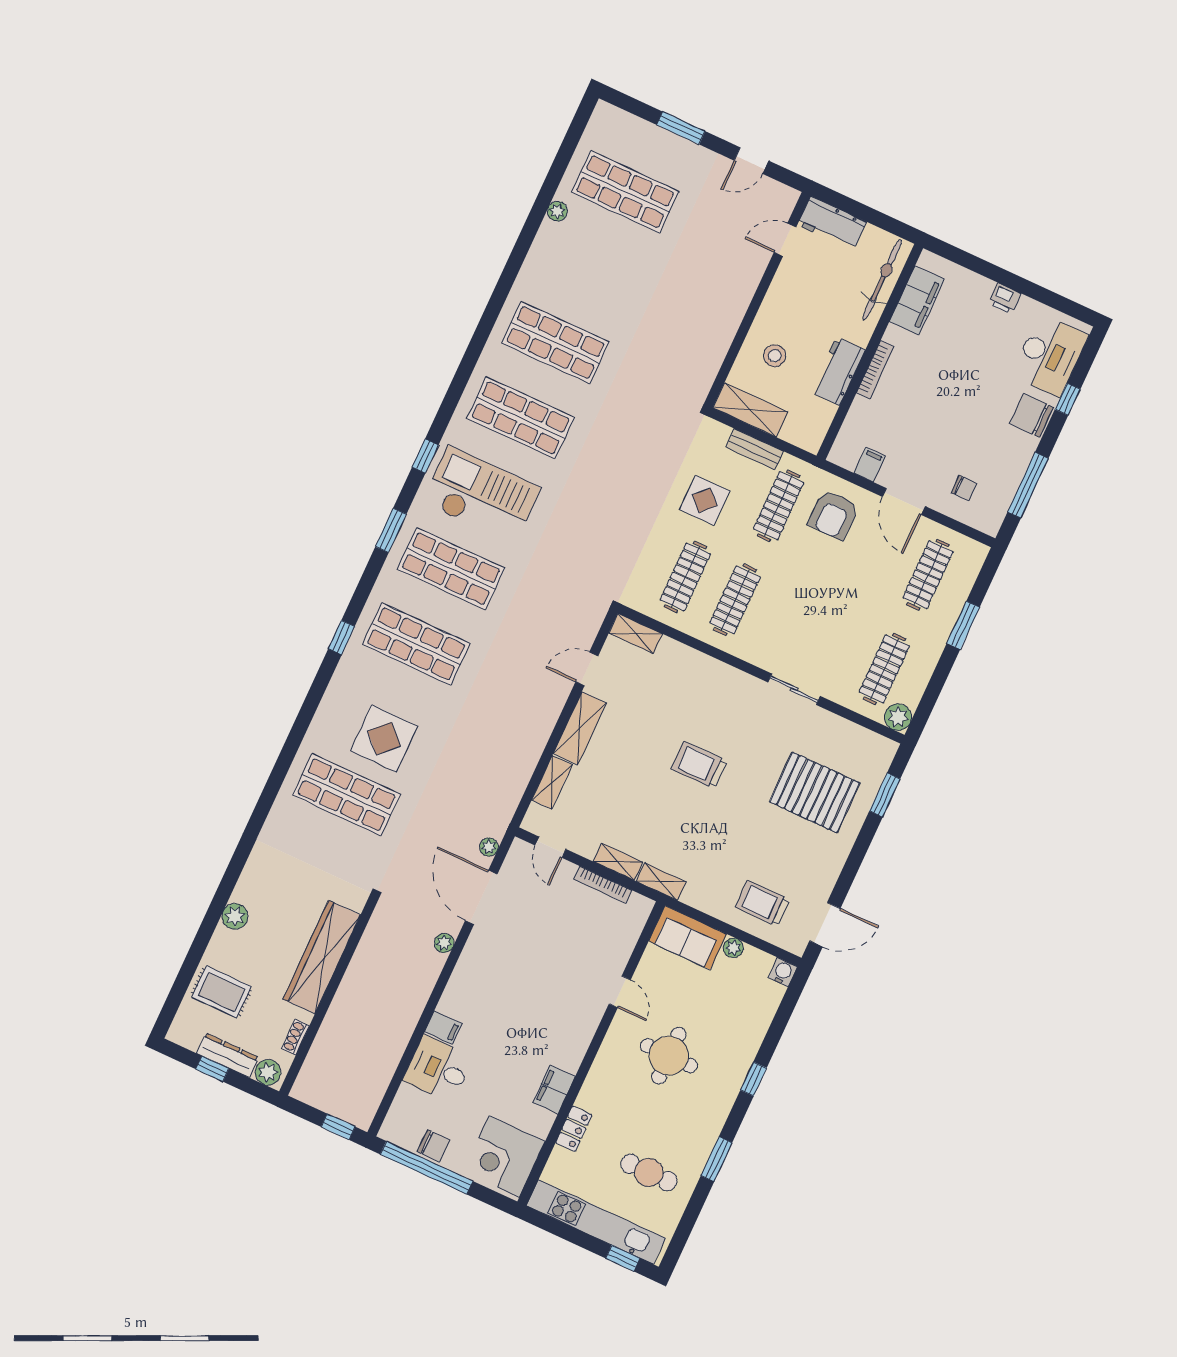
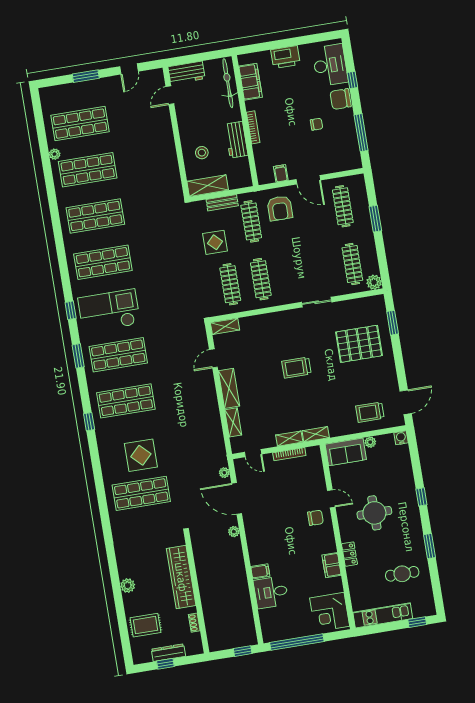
shop shelf: (590, 267) -> (88, 170), added
printer: (1005, 298) -> (285, 57), width x1.87, depth x1.48
chair: (964, 488) -> (316, 124), moved
plant: (268, 1072) -> (193, 648), removed
locker: (574, 1129) -> (349, 554), moved
chair: (434, 1146) -> (315, 518), moved
kitchen unit: (596, 1222) -> (383, 615), width x0.73

